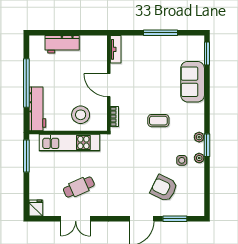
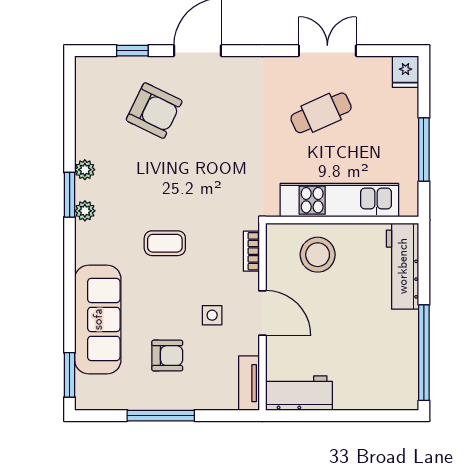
workbench: (62, 44) -> (299, 393), moved
armchair: (157, 63) -> (167, 356), added
sofa: (193, 82) -> (98, 319), width x1.36
window: (26, 83) -> (424, 353), moved
window: (26, 156) -> (424, 150), moved
side table: (182, 160) -> (212, 315), moved
window: (175, 219) -> (132, 51), width x0.67

